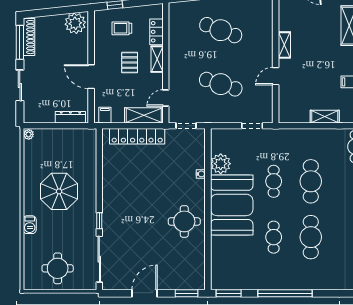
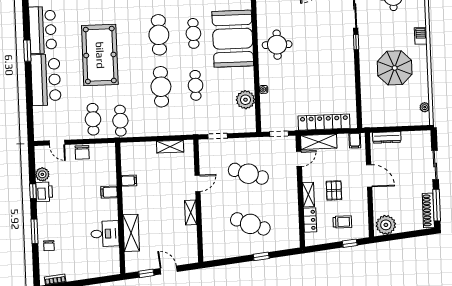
shelving: (325, 117) -> (170, 147), moved
plant: (29, 134) -> (425, 107), moved
booth: (232, 205) -> (233, 39), moved

